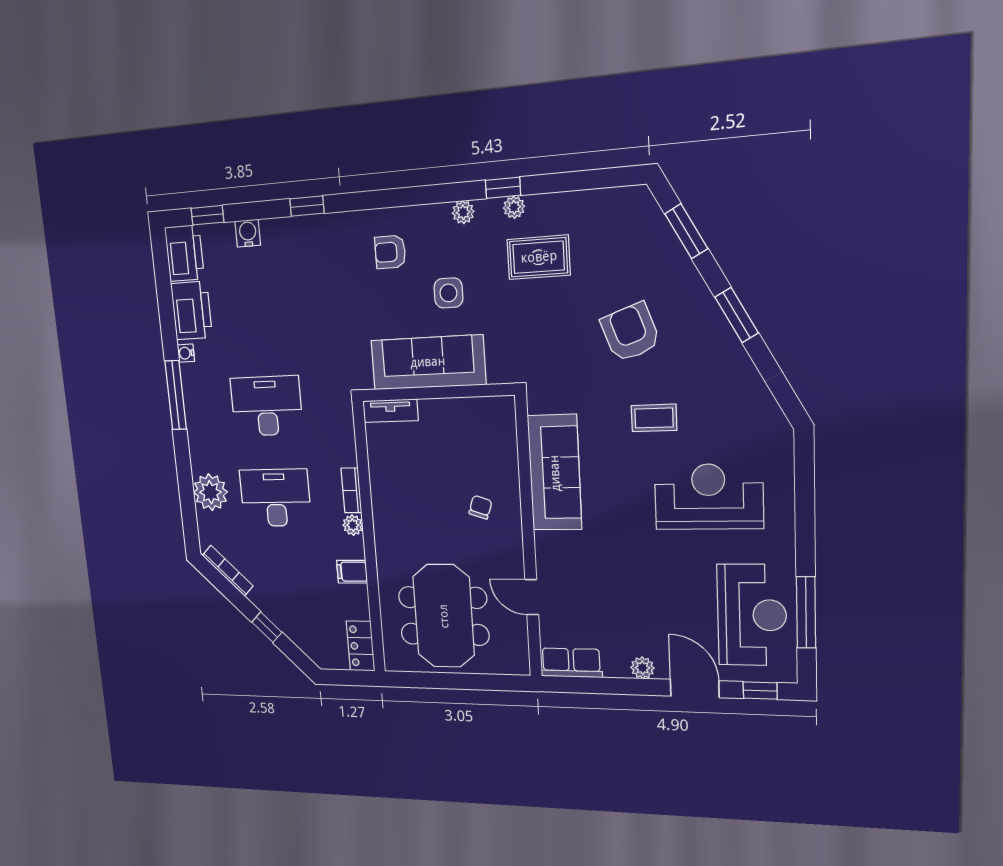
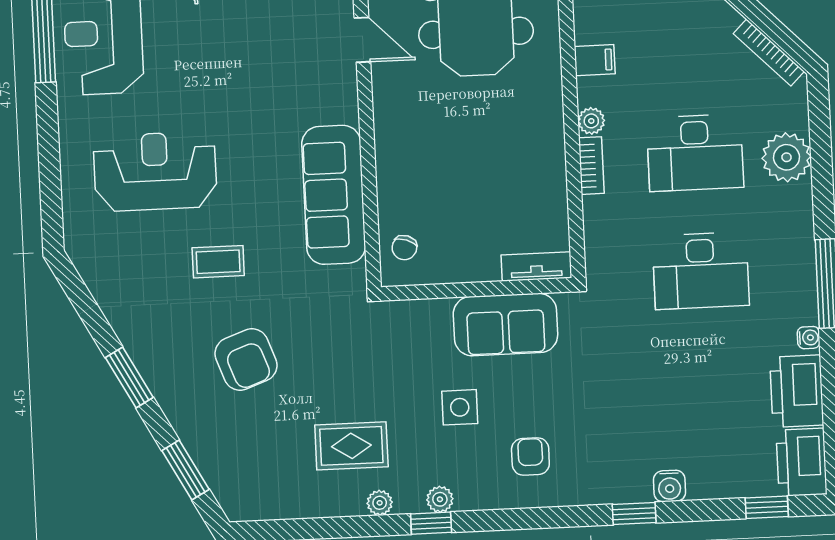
window: (503, 188) -> (431, 523), moved
water cooler: (248, 233) -> (670, 486), moved
armchair: (390, 252) -> (530, 457), turned -90
sofa: (428, 362) -> (505, 325), width x0.73
reception desk: (709, 497) -> (155, 171), turned 180
chair: (480, 507) -> (404, 248), moved

